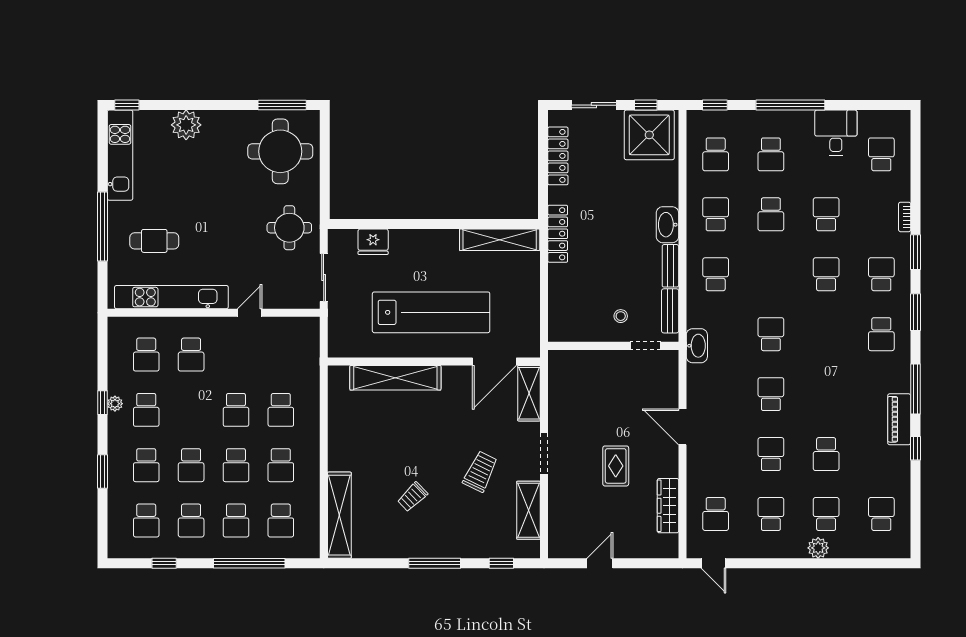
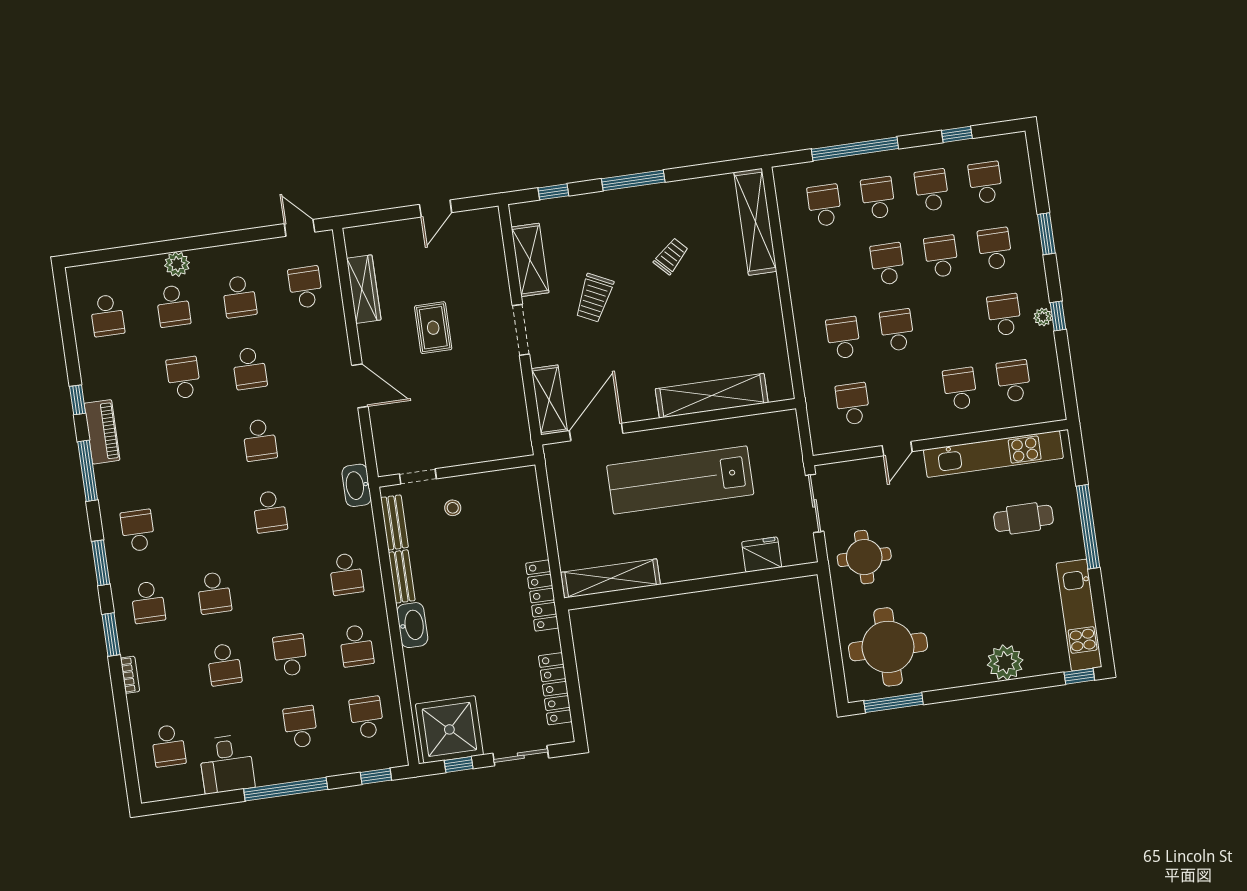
school desk: (281, 465) -> (853, 404), moved

